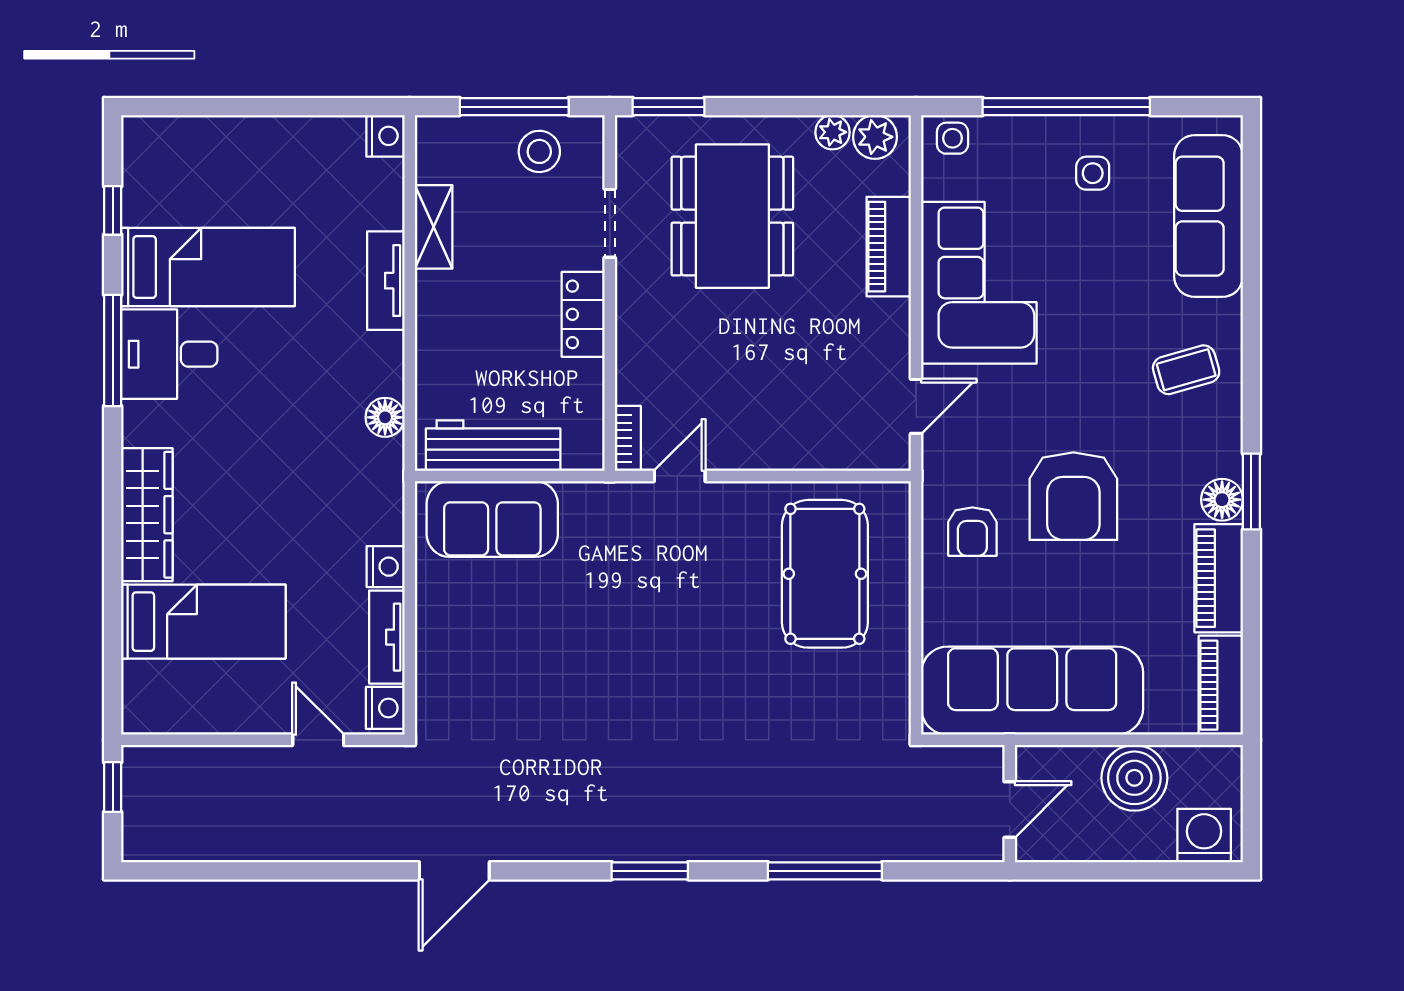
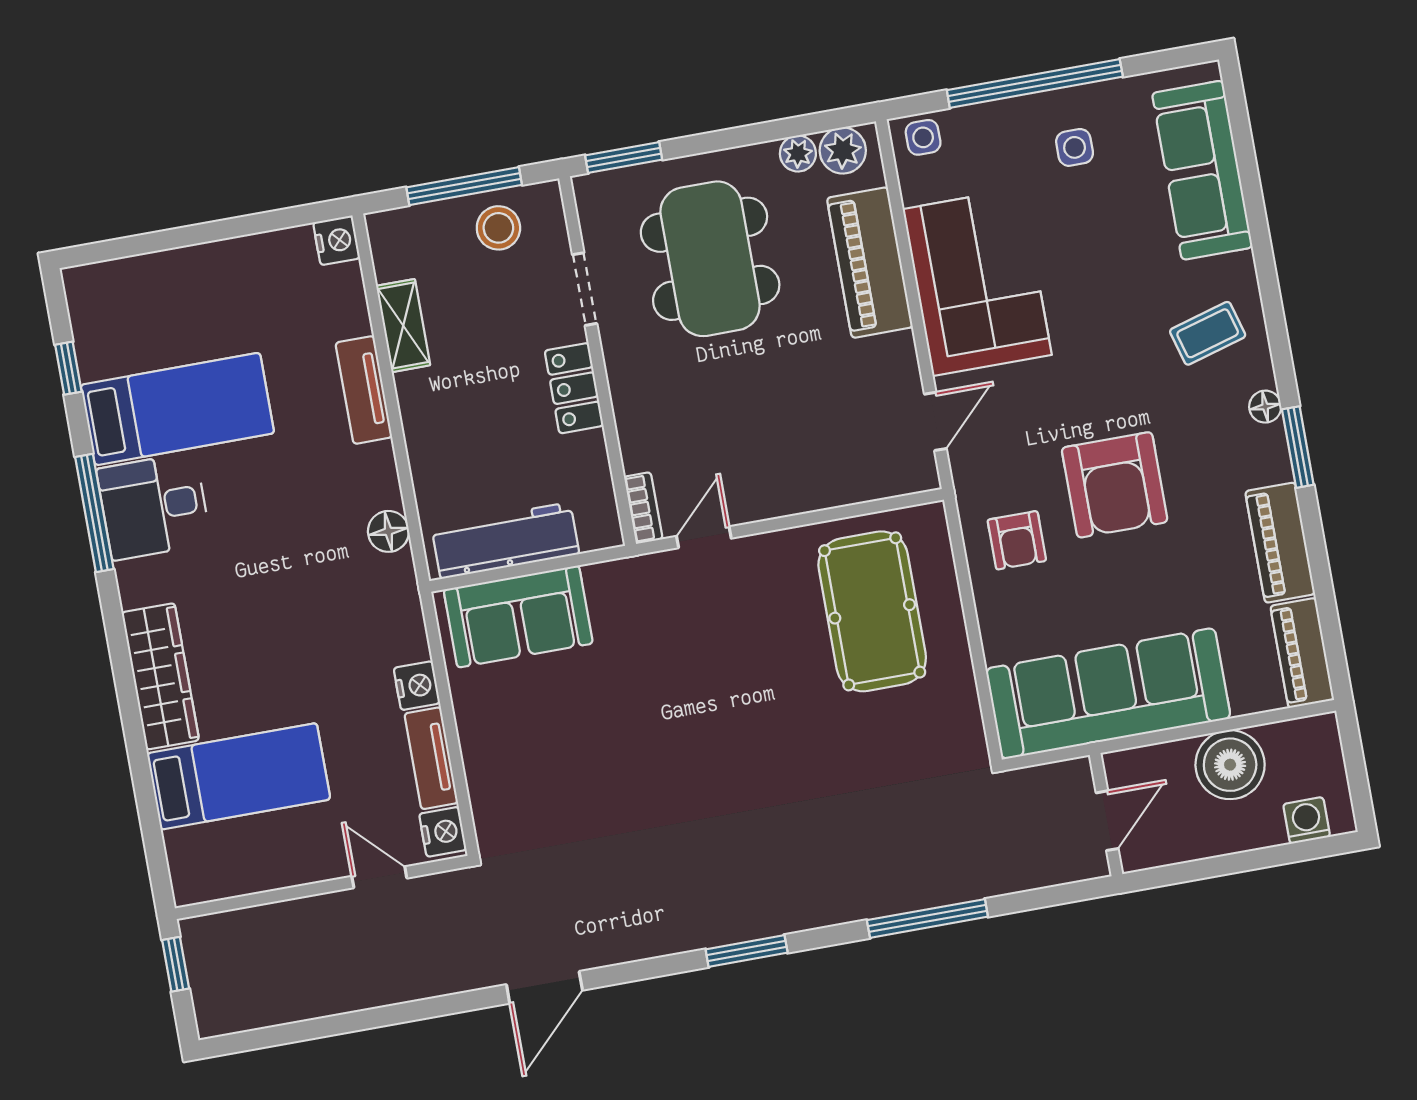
piano: (889, 247) -> (870, 263), width x1.37, depth x1.33
floor lamp: (1222, 500) -> (1265, 407), moved, width x0.73, depth x0.73
washing machine: (1204, 836) -> (1307, 820), width x0.73, depth x0.73

